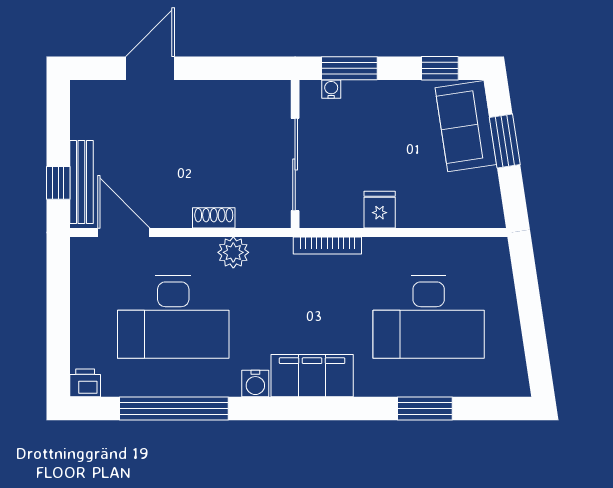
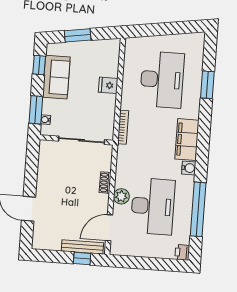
sofa: (466, 126) -> (56, 77), moved, turned -81
fridge: (380, 210) -> (108, 85), moved
plant: (233, 252) -> (121, 196), moved

